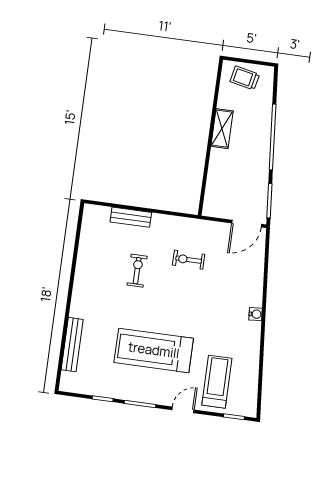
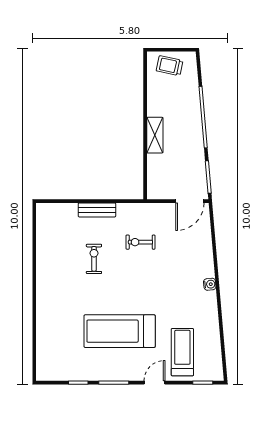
shelving: (222, 129) -> (155, 135), moved
bench: (131, 217) -> (97, 210), moved
bench: (72, 345) -> (43, 336), removed

